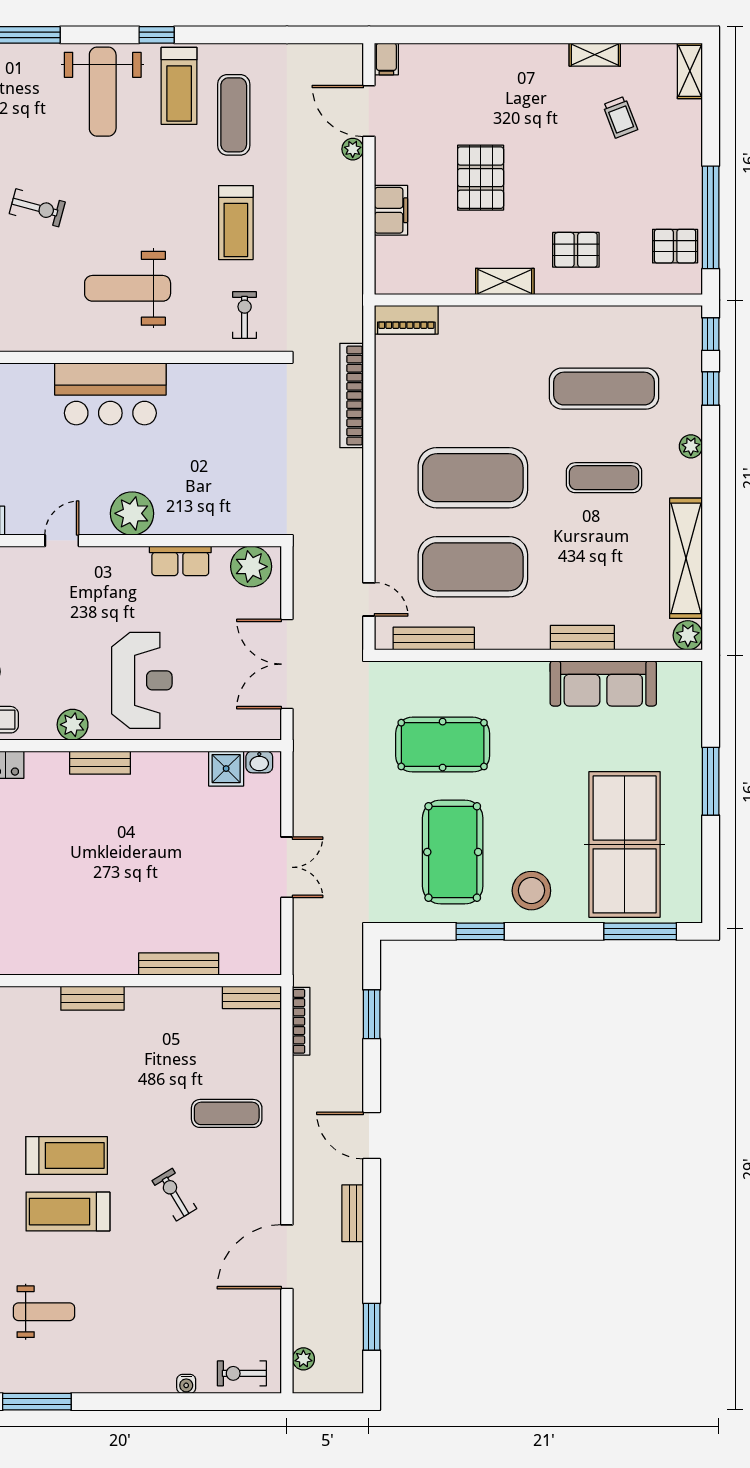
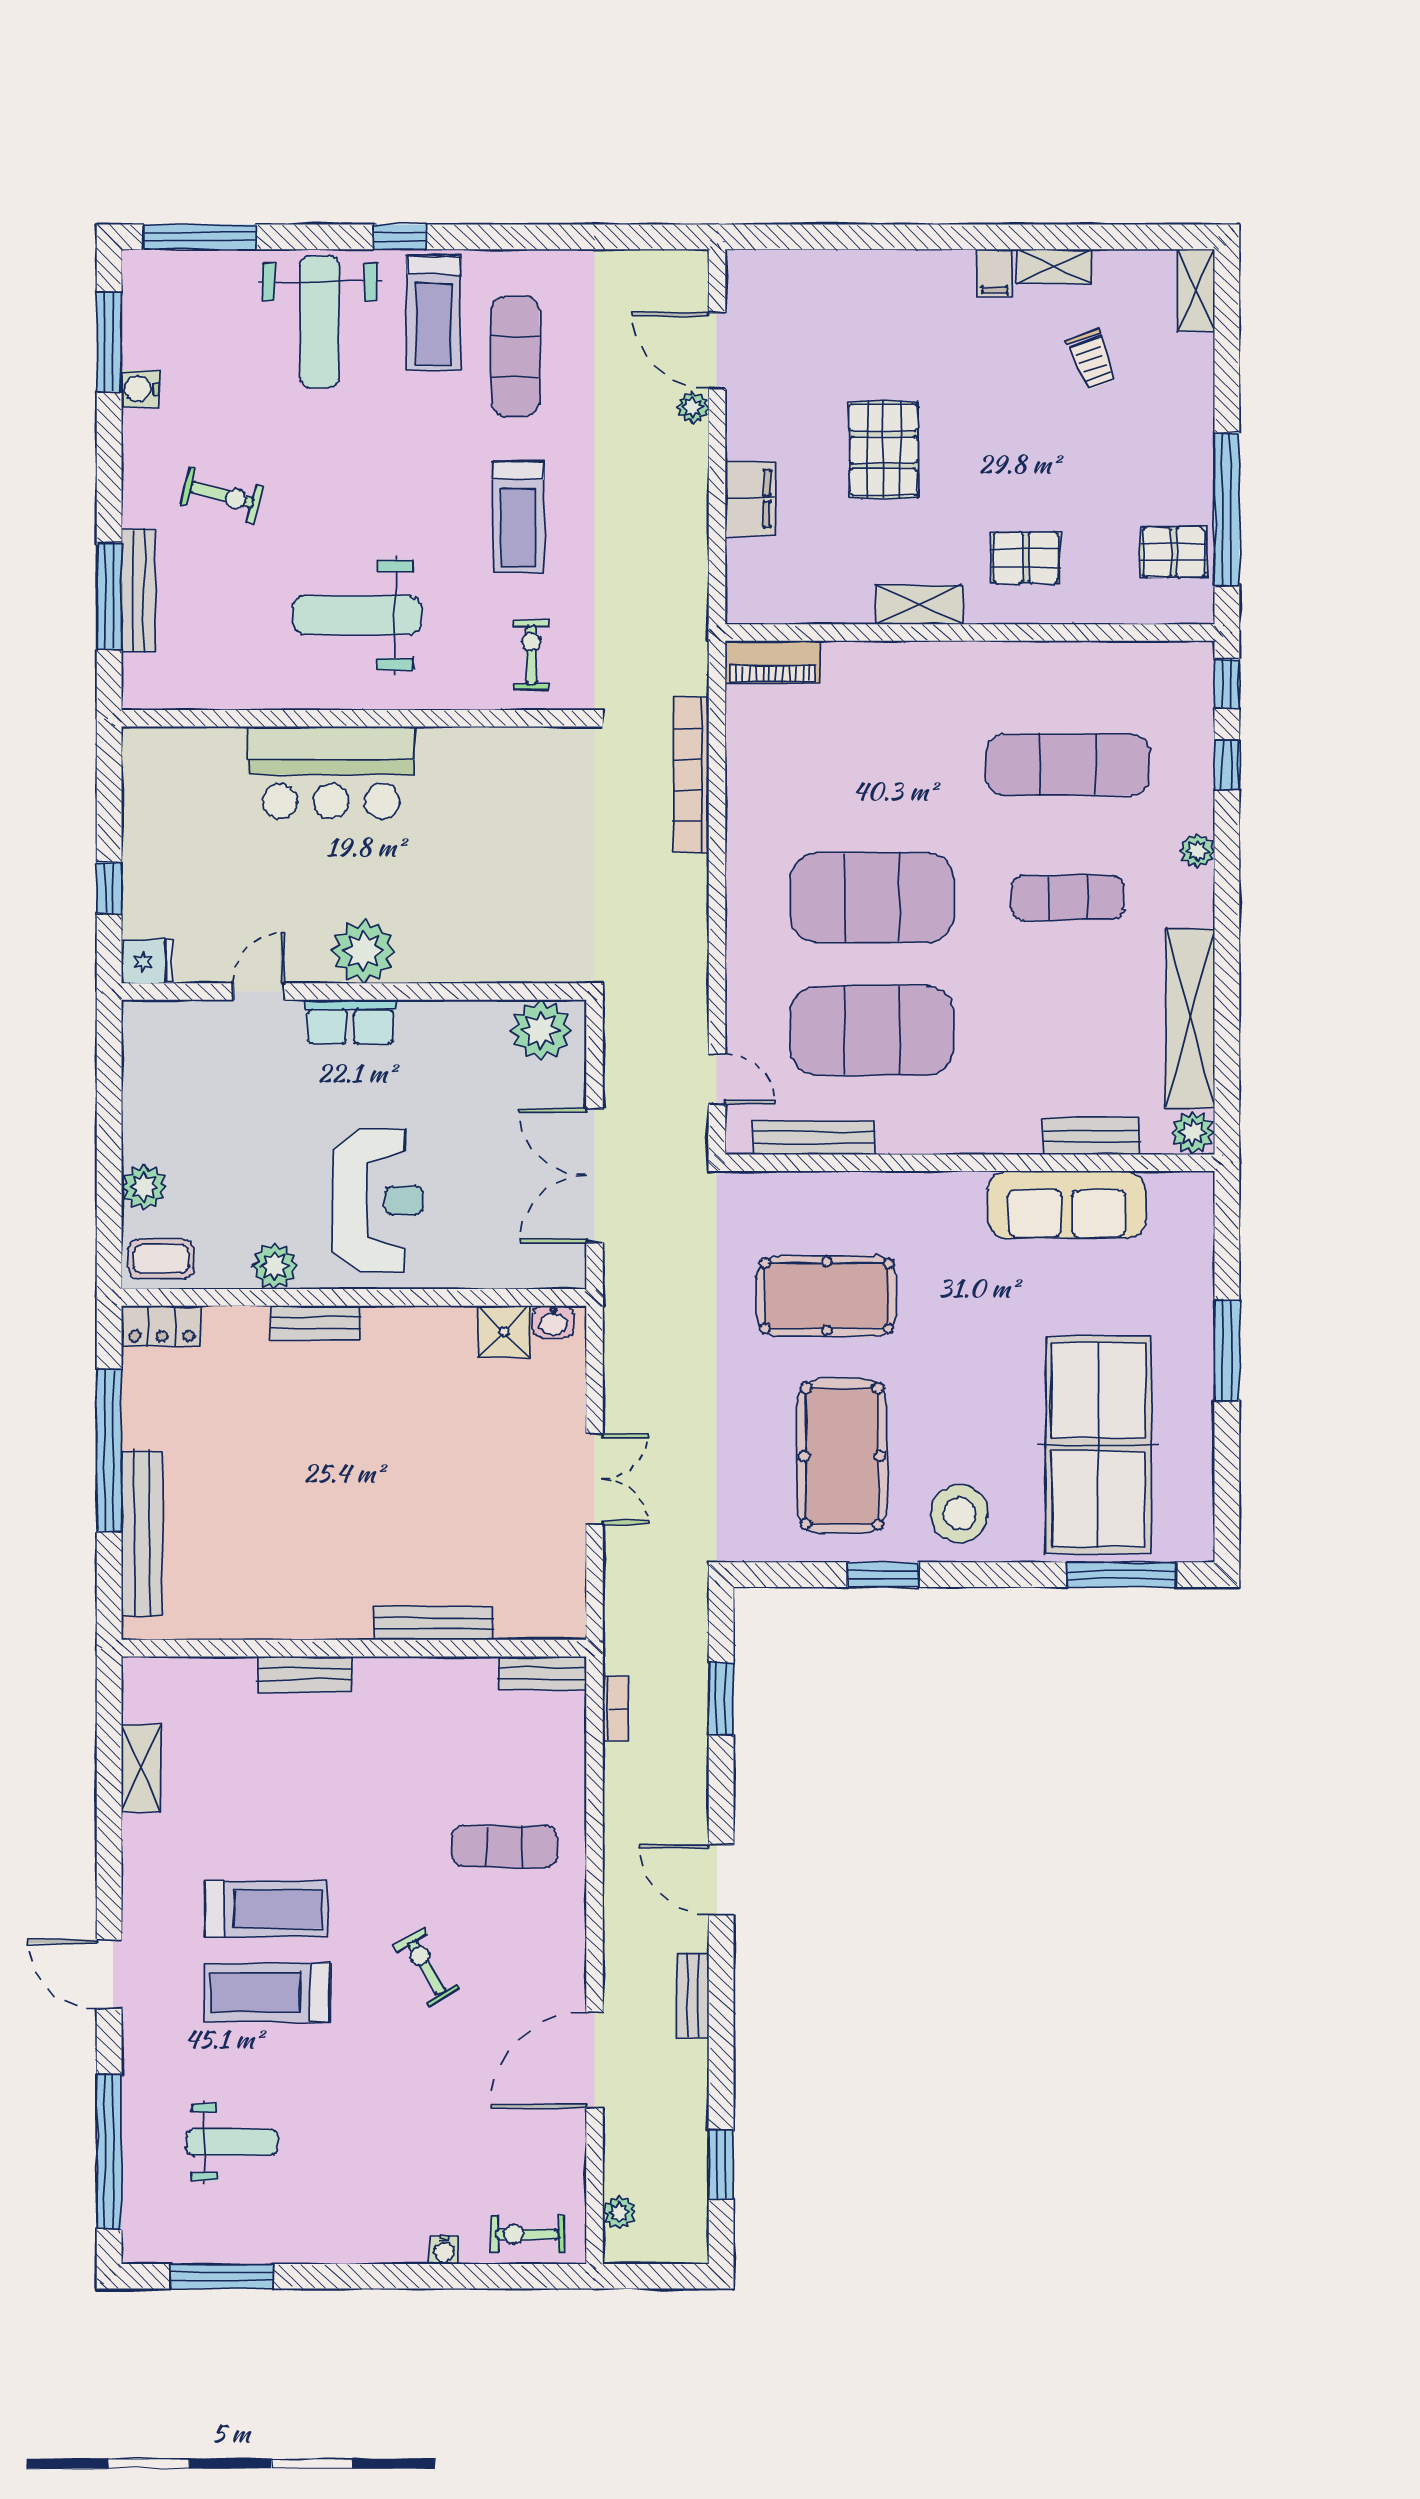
filing cabinet: (386, 59) -> (995, 273), moved
row of seats: (180, 561) -> (350, 1022), moved
bench: (582, 638) -> (1091, 1136), moved
bookcase: (301, 1021) -> (616, 1709), width x0.64

